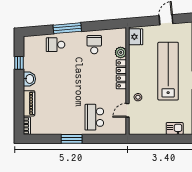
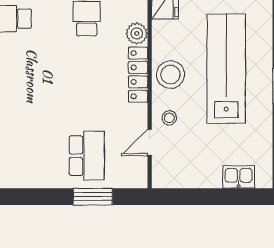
stool: (139, 74) -> (171, 75), added
school desk: (94, 117) -> (87, 156), turned 180
window: (72, 139) -> (93, 197), moved

